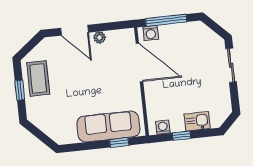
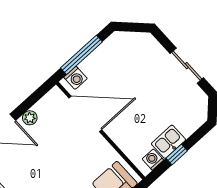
sliding door: (231, 65) -> (187, 66), moved
kitchen sink: (197, 121) -> (168, 142), moved

